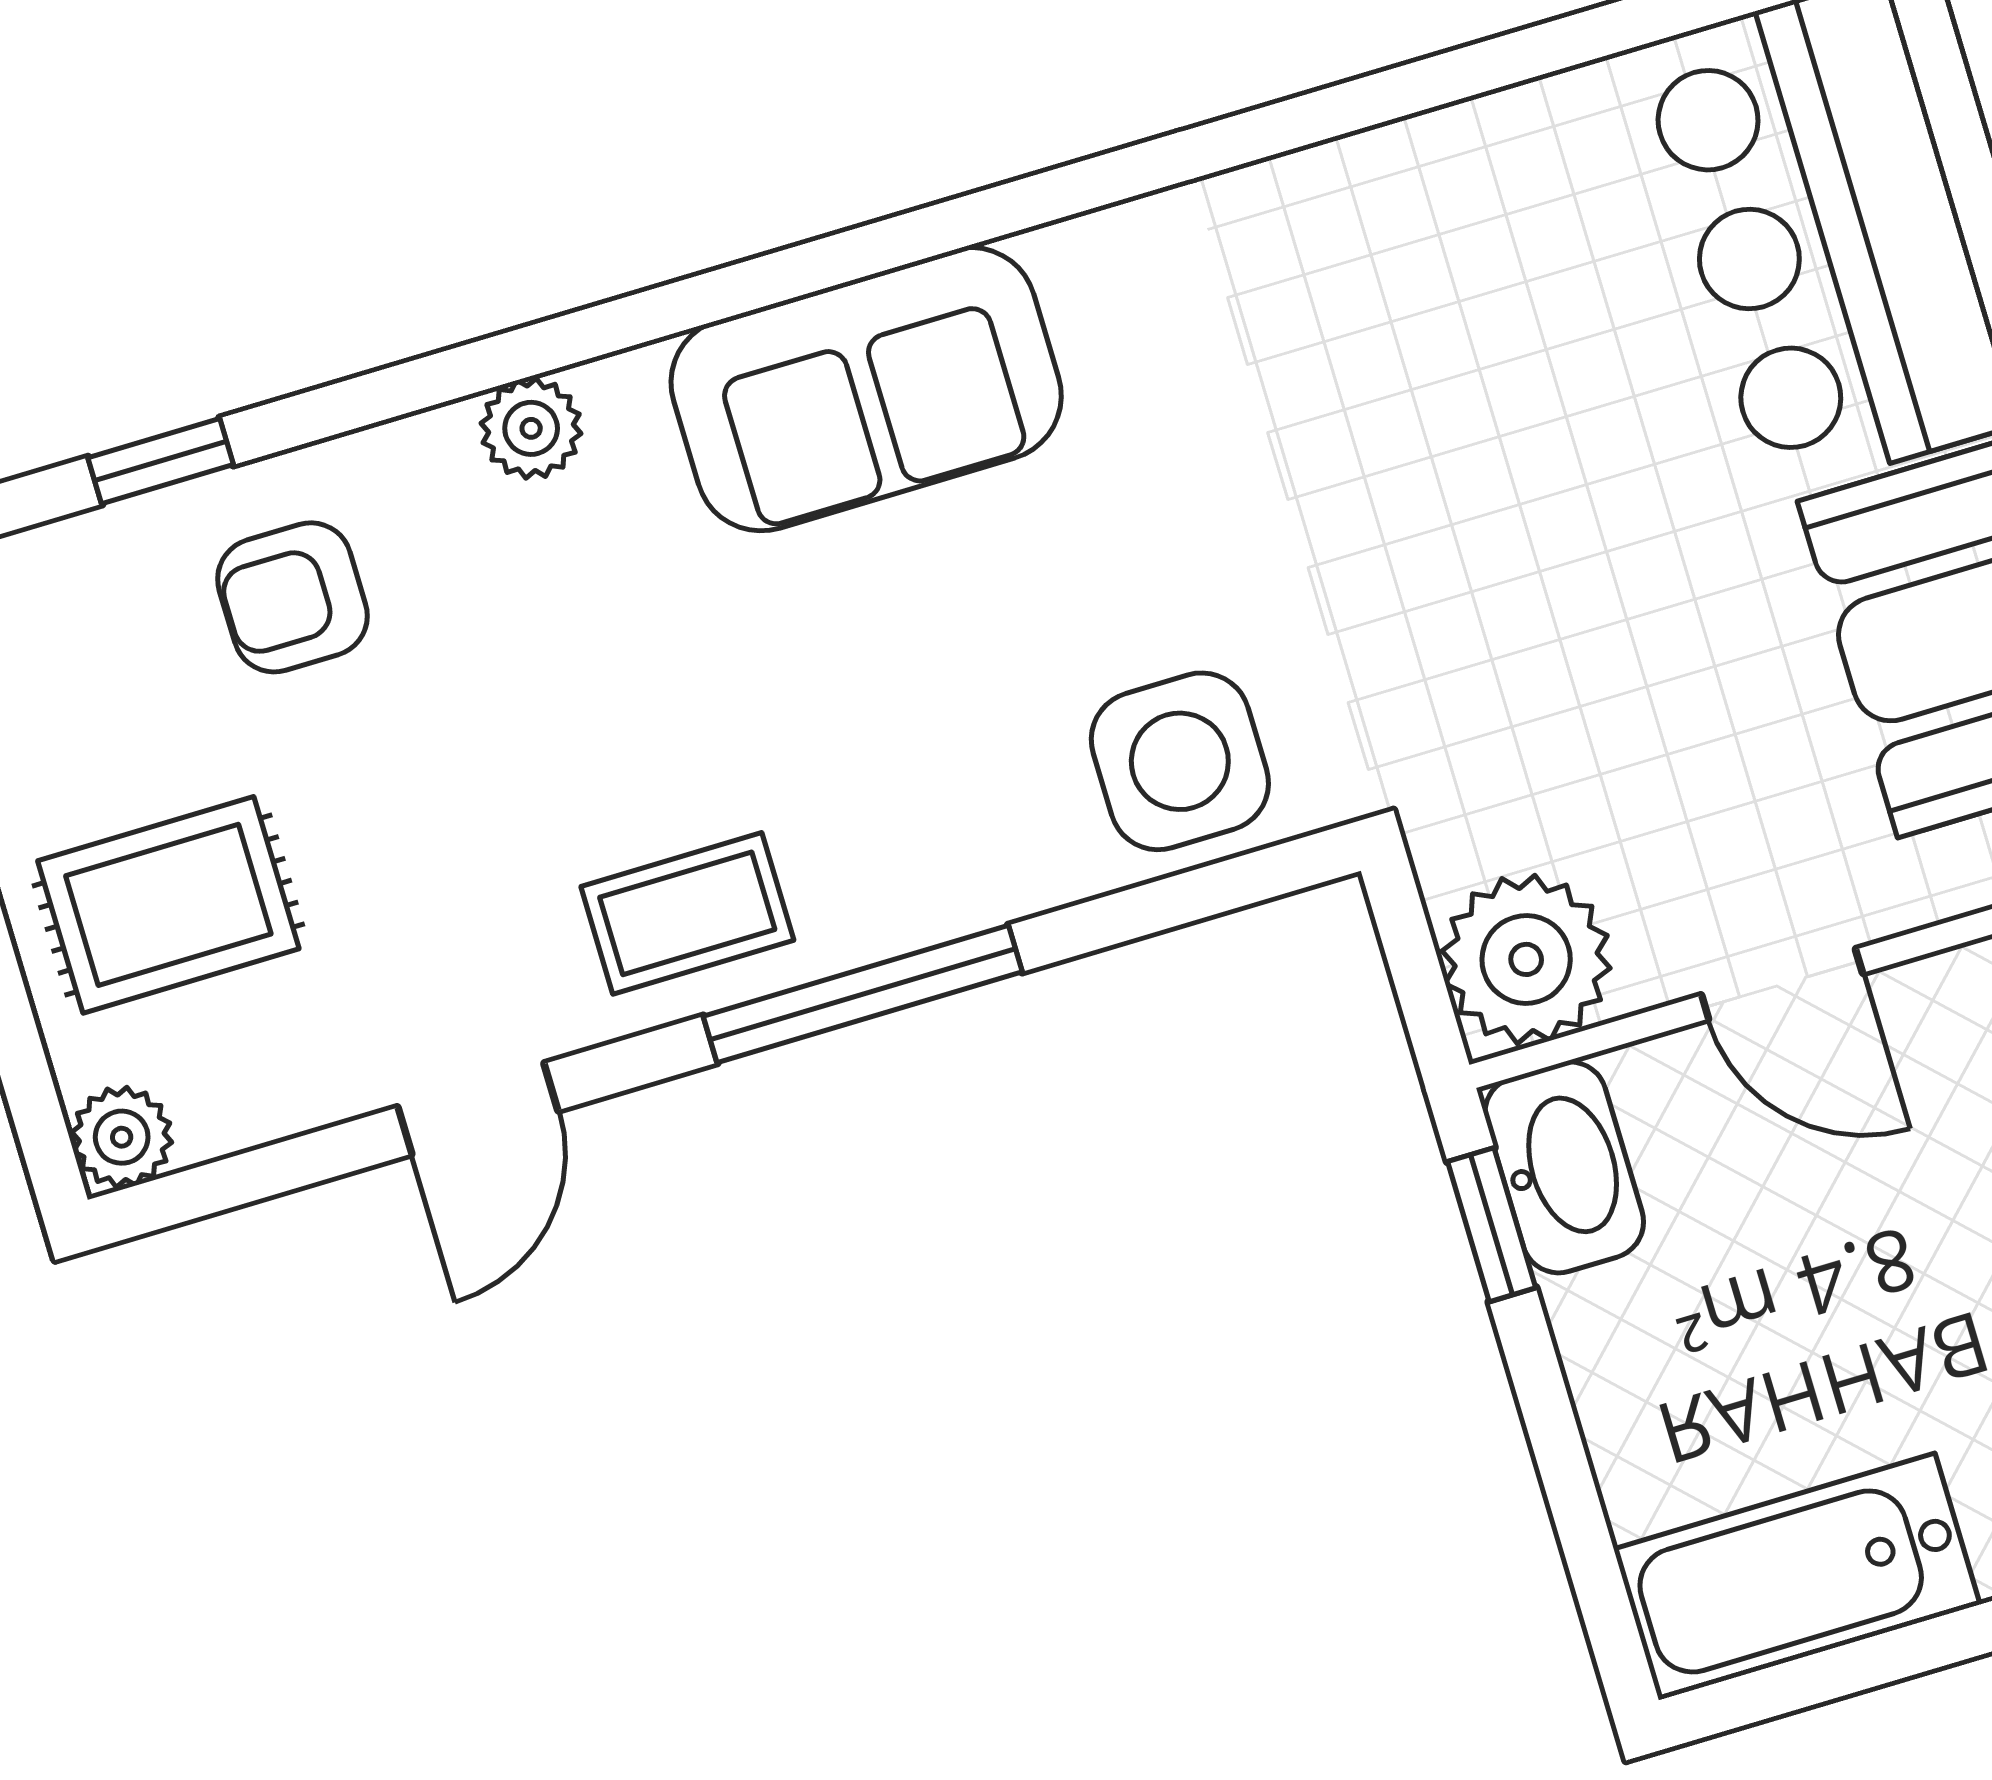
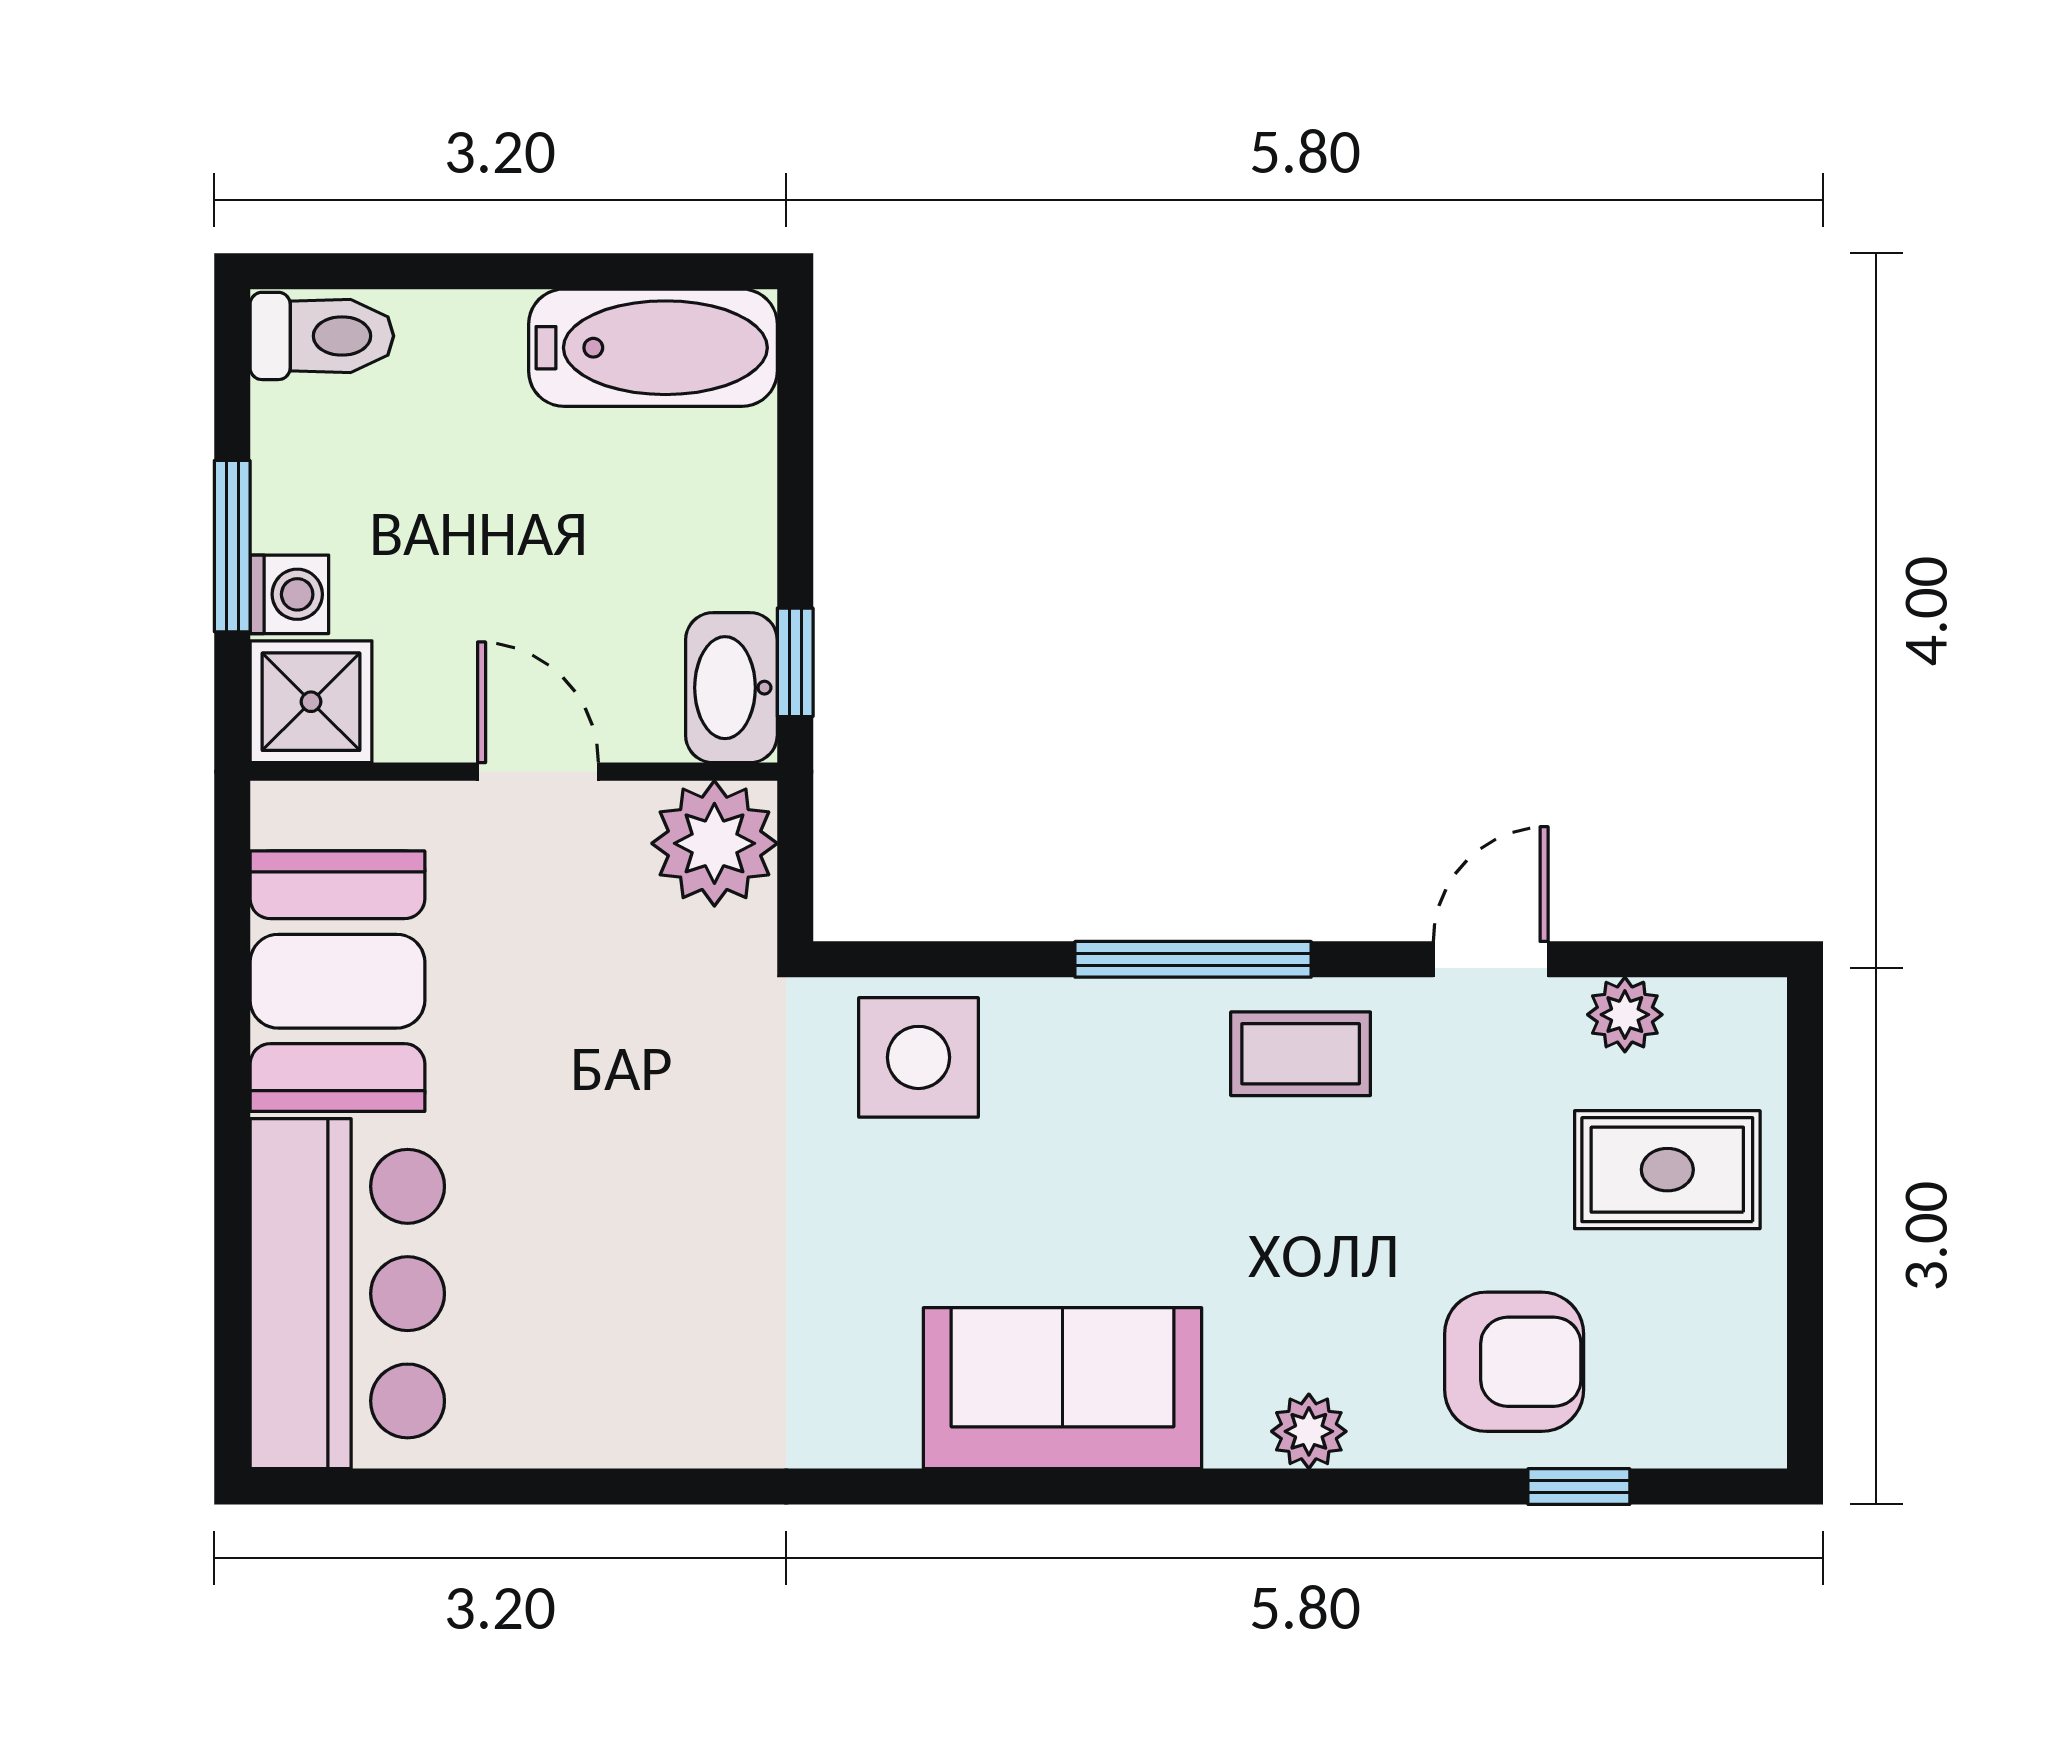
armchair: (292, 597) -> (1514, 1362), width x1.38, depth x1.38
plant: (122, 1137) -> (1625, 1015), moved

